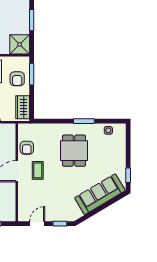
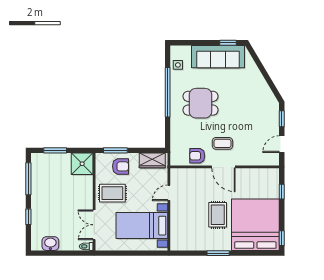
window: (84, 121) -> (168, 92), width x2.11
armchair: (27, 148) -> (197, 156), turned 180
sofa: (100, 194) -> (218, 57), moved, turned -59
door: (37, 224) -> (282, 144), hinge flipped

